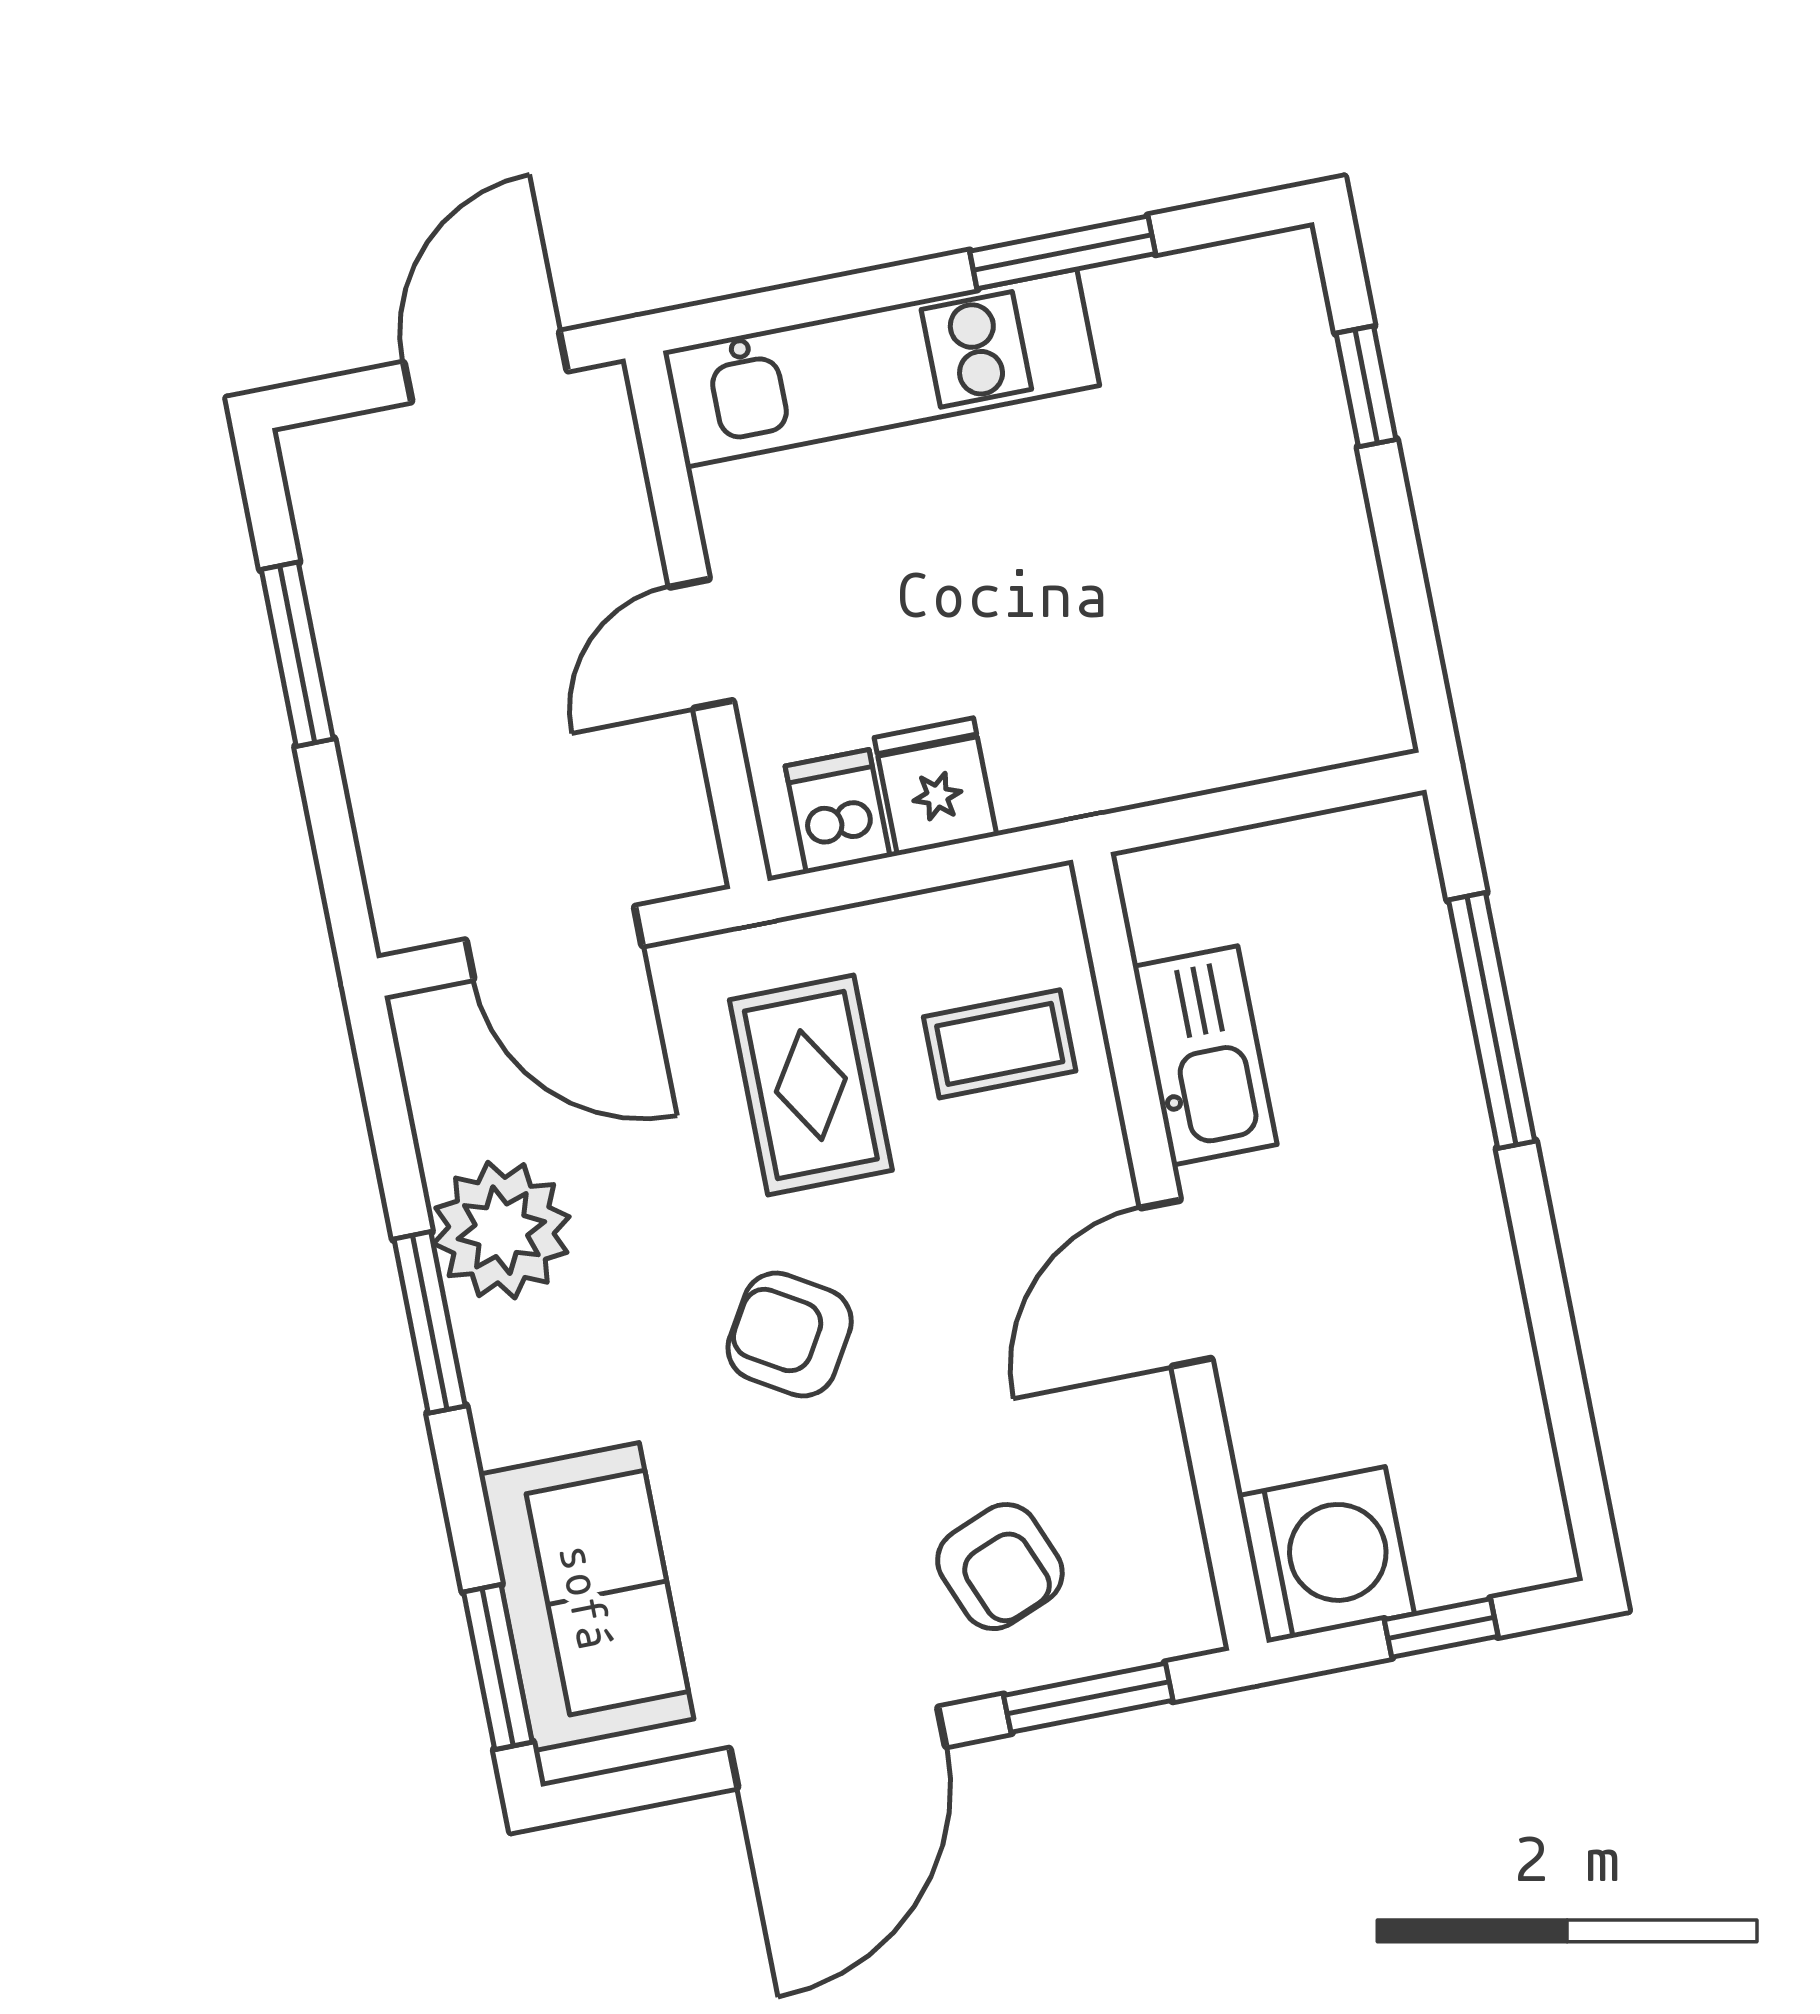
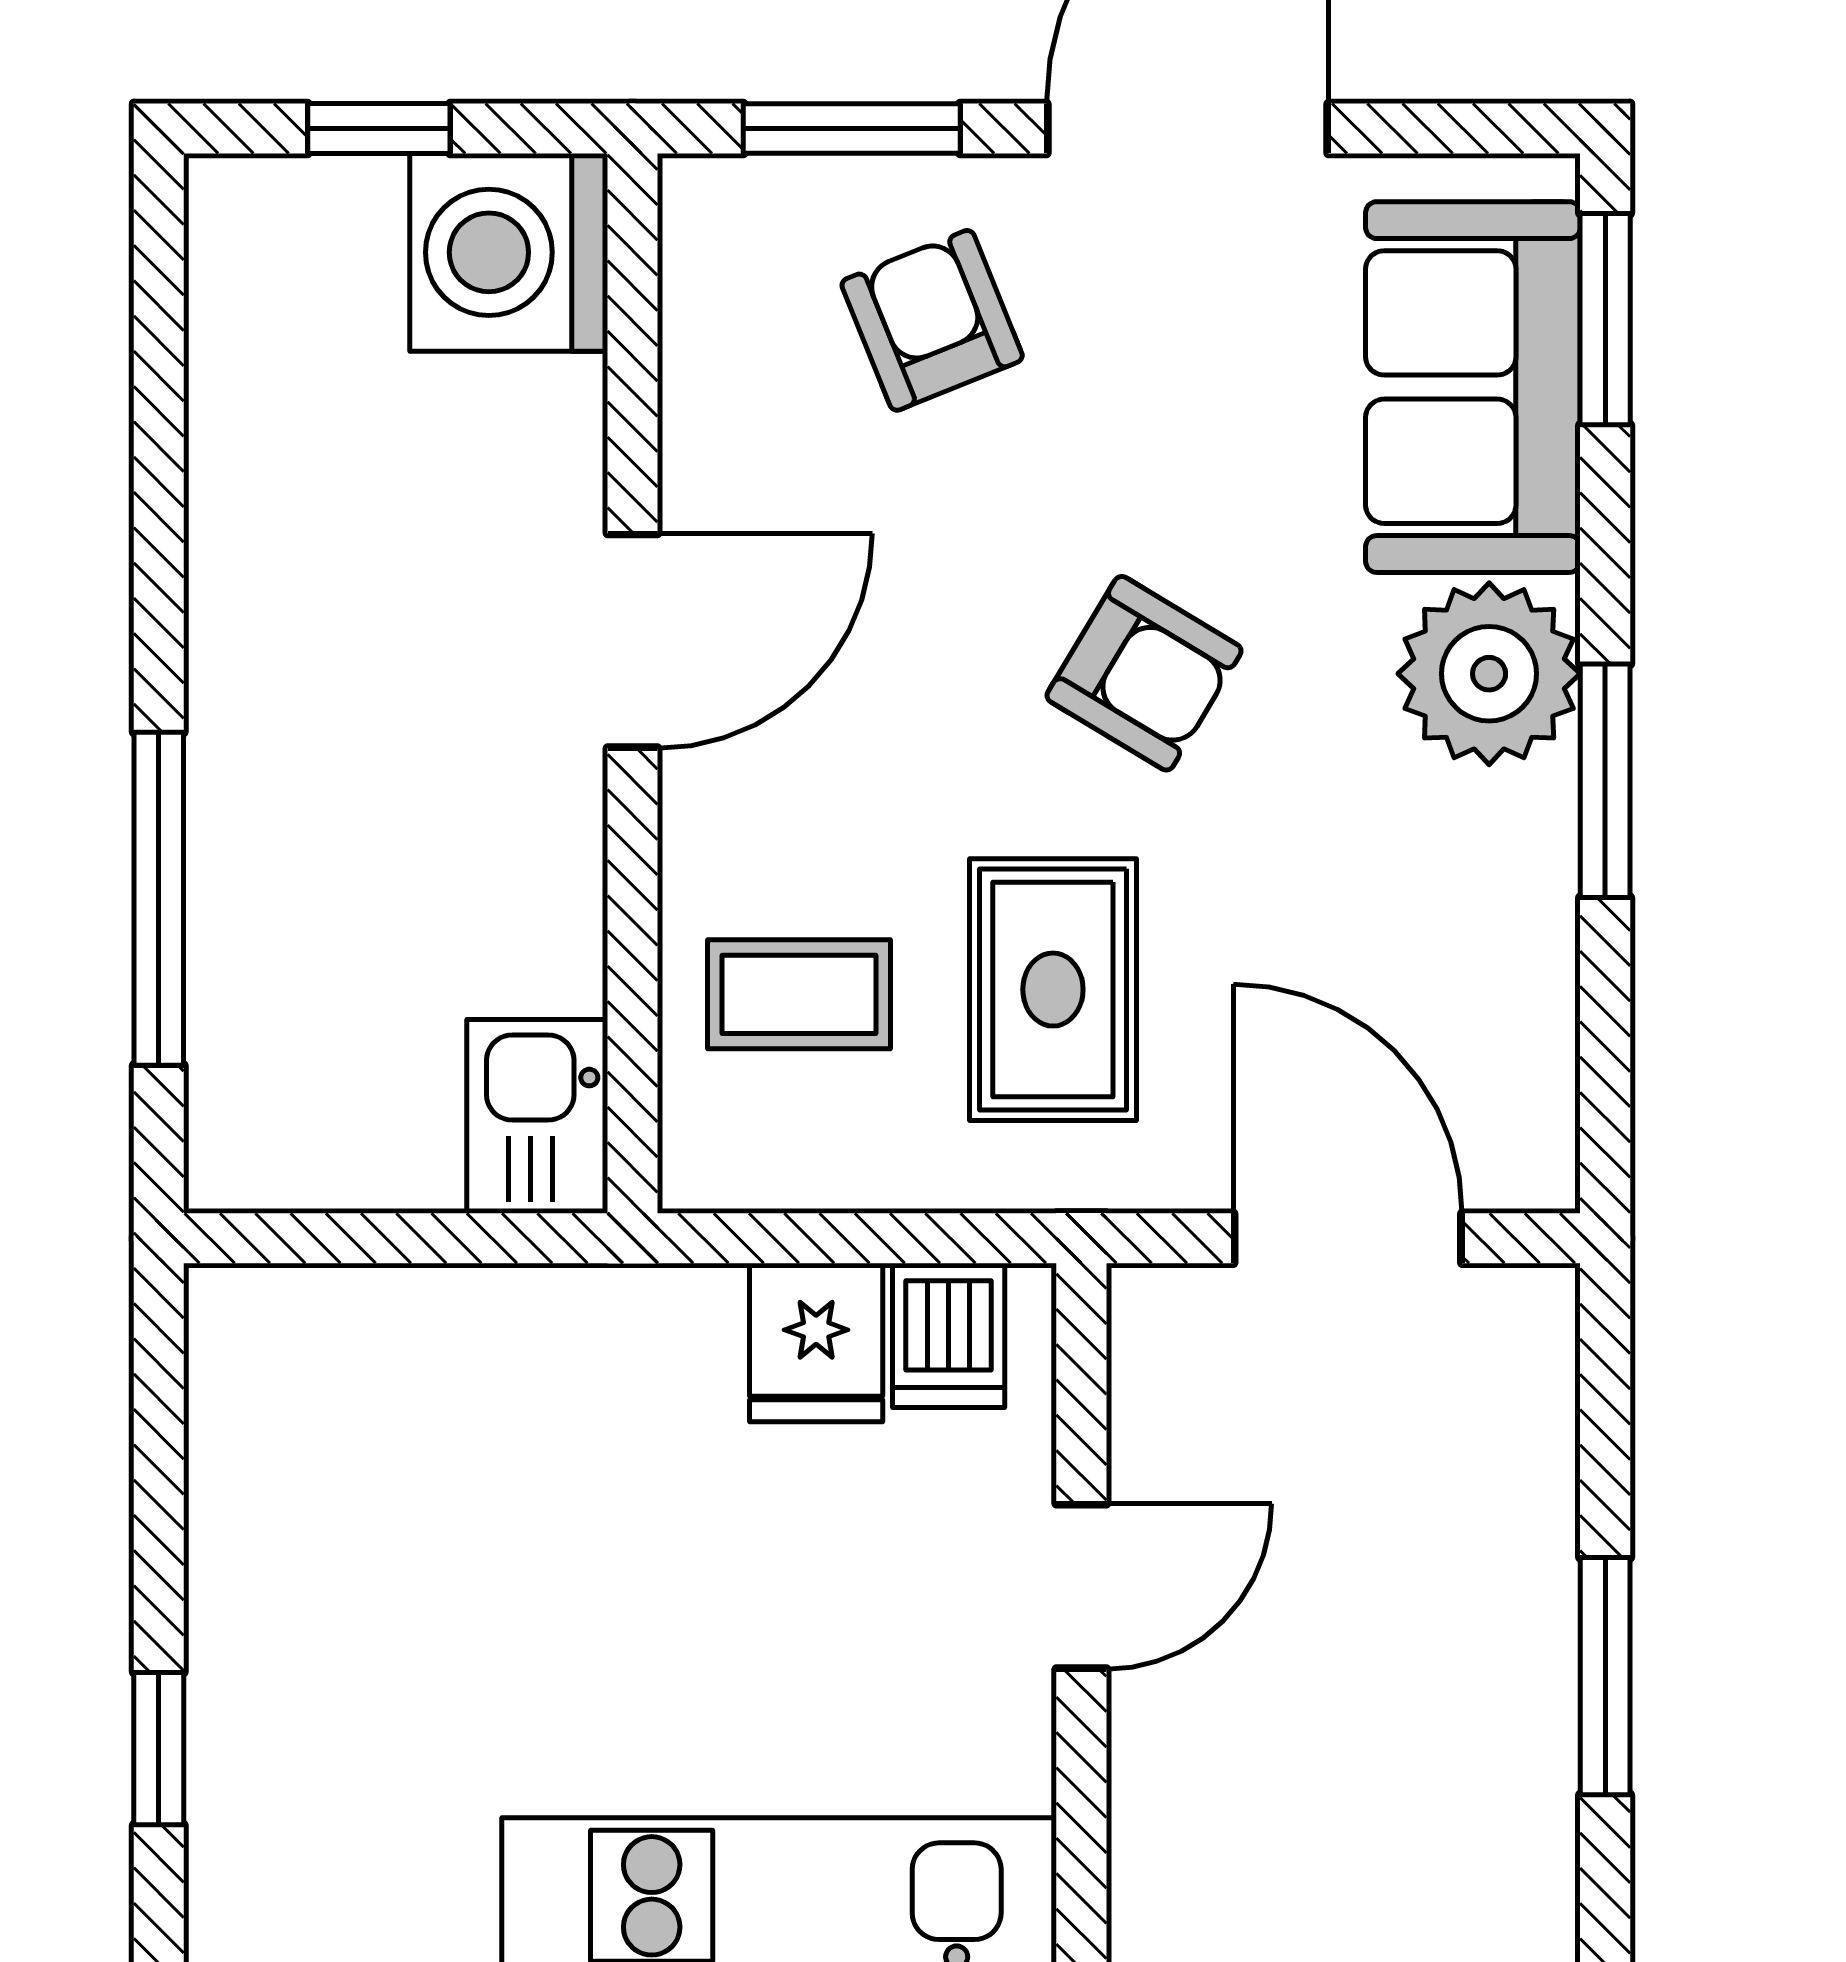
kitchen sink: (1205, 1055) -> (537, 1116), moved, width x0.73
plant: (501, 1230) -> (1489, 674), moved

